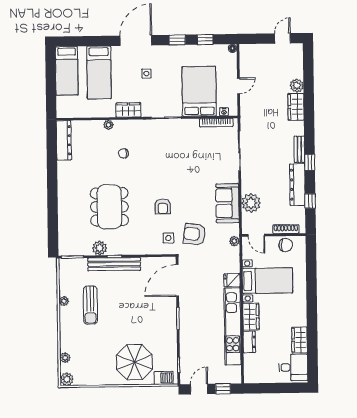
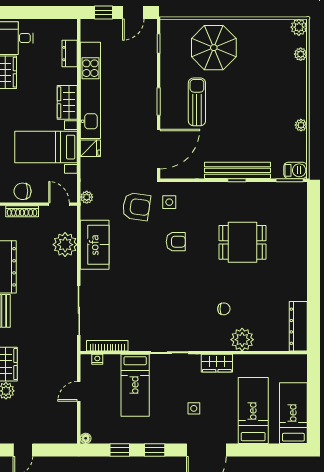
bed: (199, 91) -> (135, 385), width x0.67
plant: (108, 125) -> (242, 340), width x1.88, depth x1.88
dining table: (109, 207) -> (242, 242), width x0.73
armchair: (163, 207) -> (176, 242), turned 90
plant: (100, 248) -> (255, 191), removed
sun lounger: (90, 305) -> (197, 102), moved
dresser: (249, 342) -> (70, 54), moved
barbecue: (164, 378) -> (295, 170), moved, turned 180

